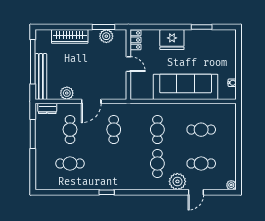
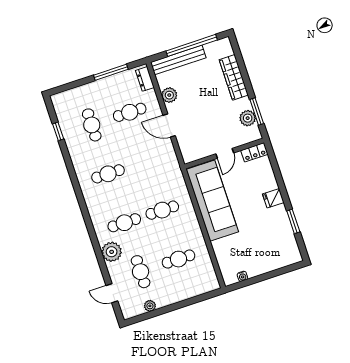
fridge: (172, 40) -> (273, 198), width x0.53, depth x0.75
sofa: (186, 87) -> (212, 201), moved
cafe table: (114, 130) -> (108, 174), moved
cafe table: (201, 130) -> (178, 259), turned 90
plant: (231, 185) -> (150, 306), moved
window: (107, 192) -> (58, 131), moved
door: (196, 192) -> (112, 293), moved

